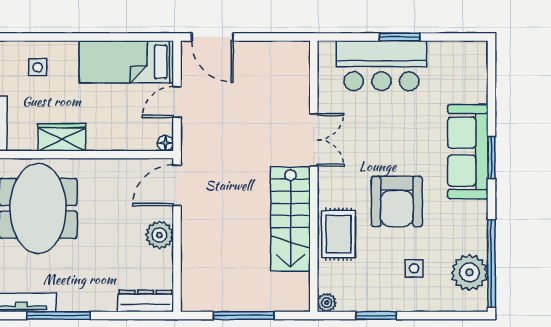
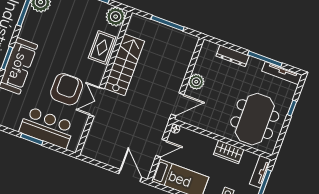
armchair: (397, 201) -> (67, 89), moved
side table: (414, 268) -> (69, 15), removed
dresser: (146, 301) -> (233, 56), moved
plant: (327, 303) -> (116, 17), width x1.88, depth x1.88

